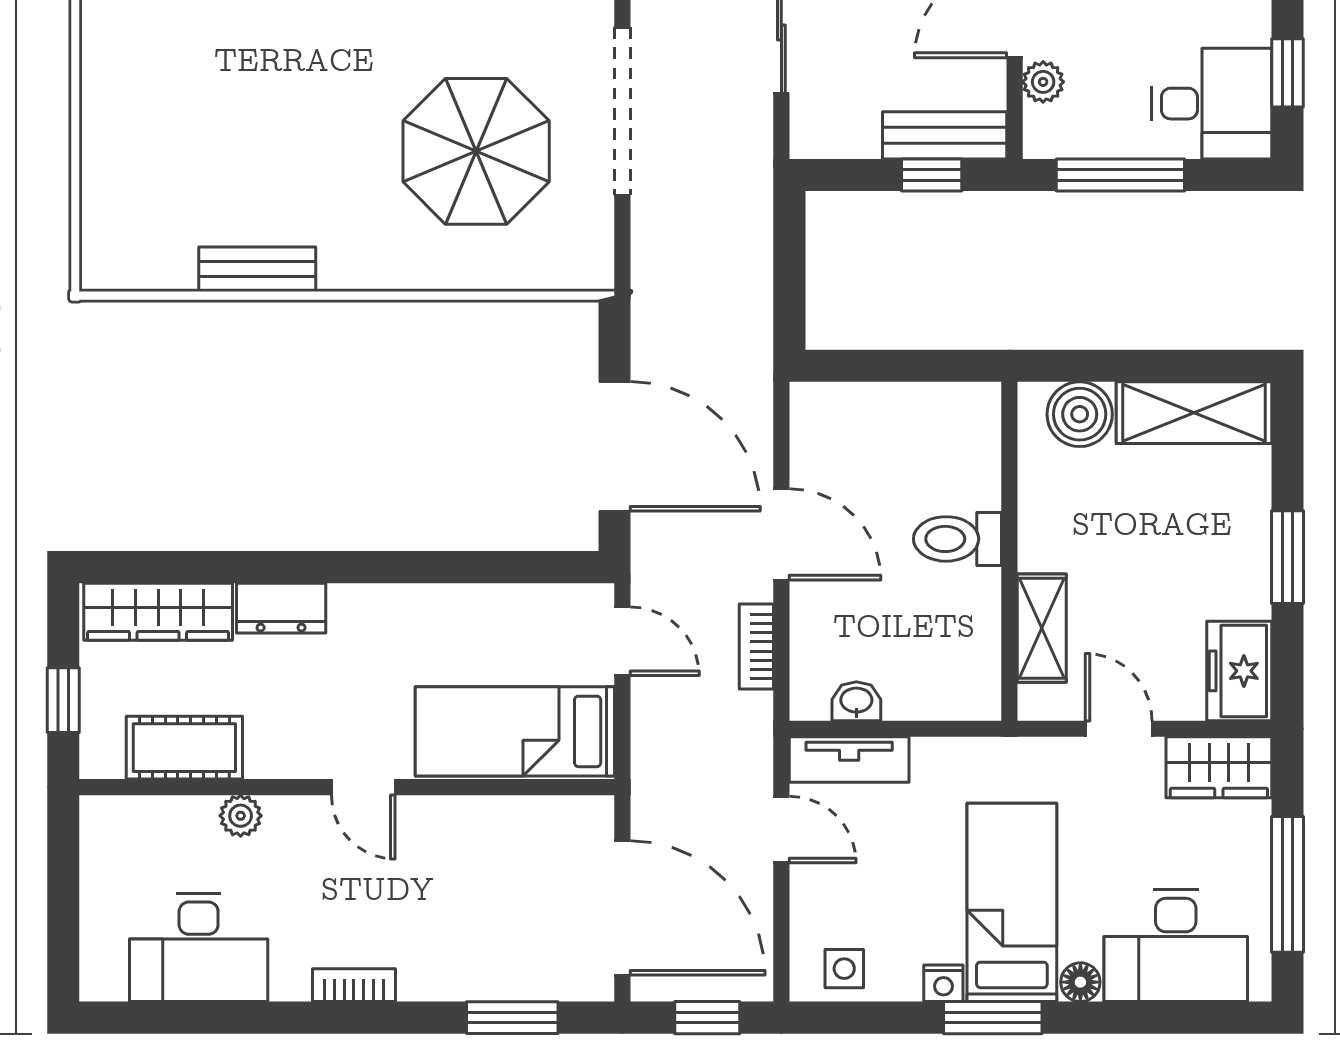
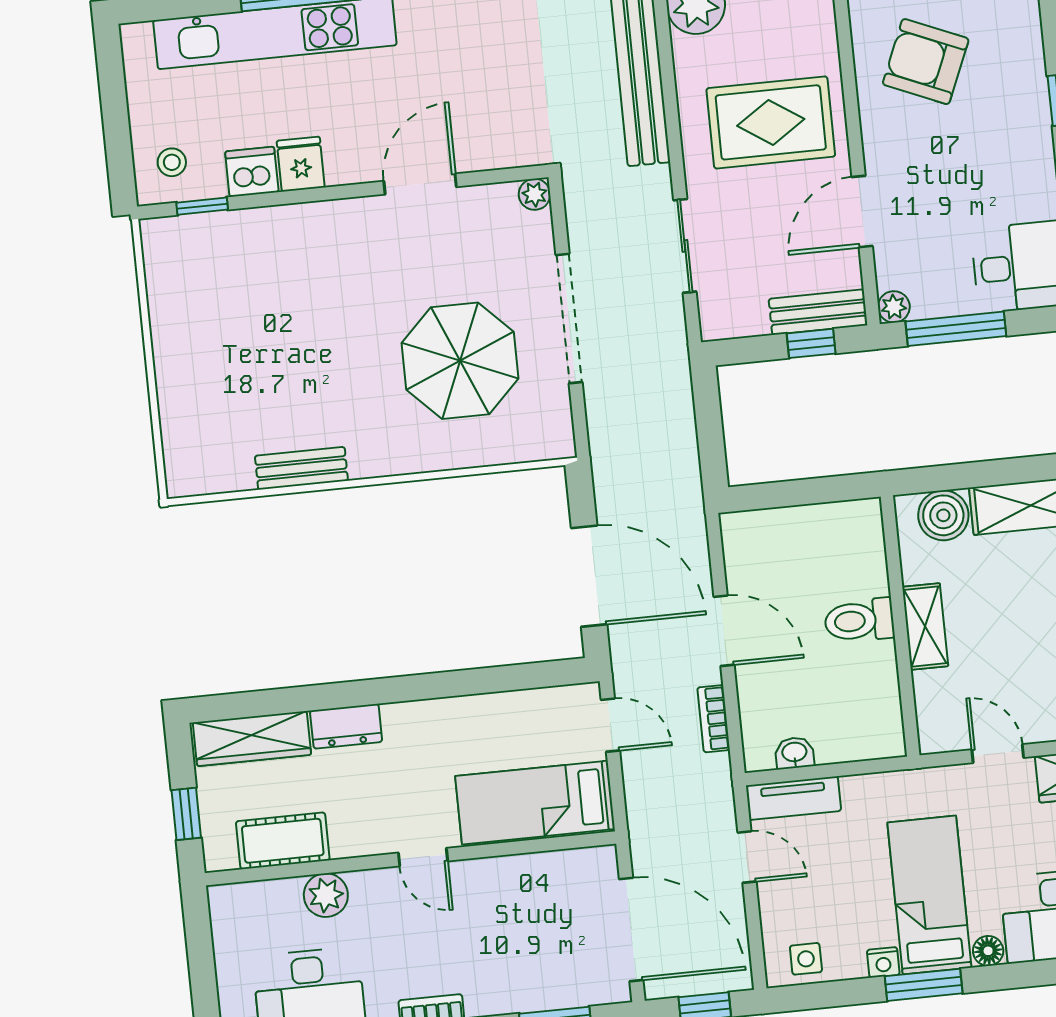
plant: (1043, 82) -> (894, 307), moved
shelving: (1042, 628) -> (925, 627), moved
plant: (241, 816) -> (326, 895), width x1.38, depth x1.38

